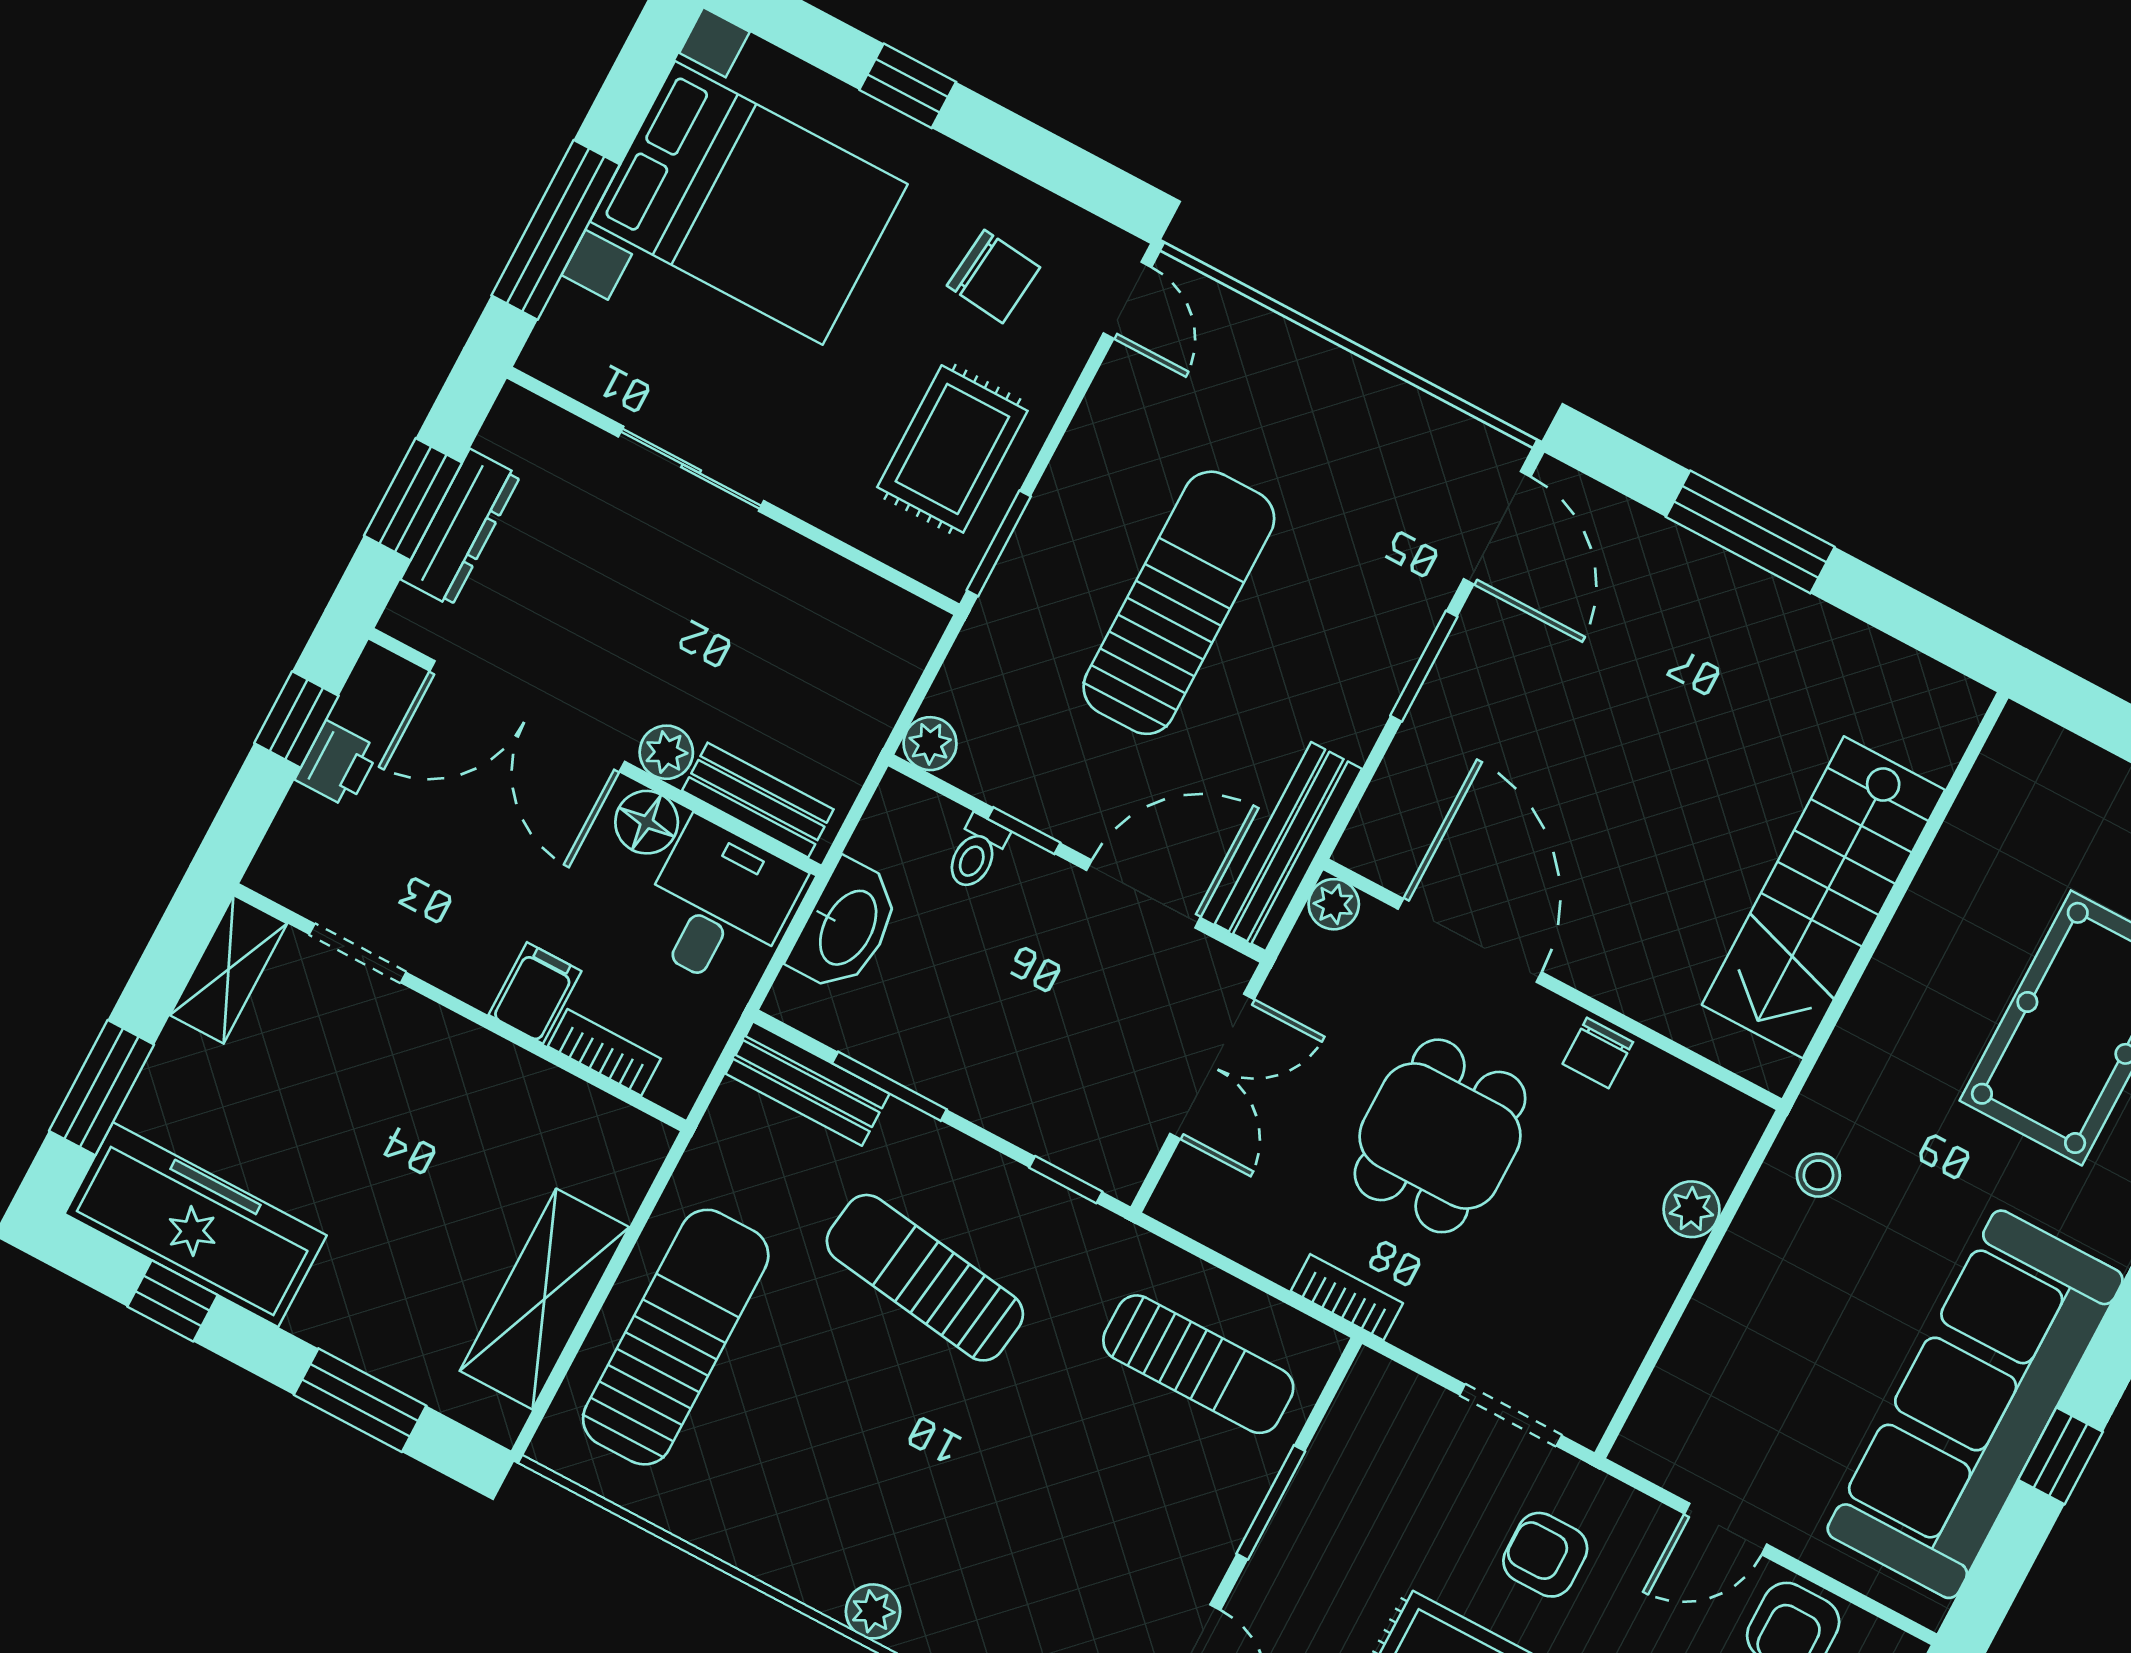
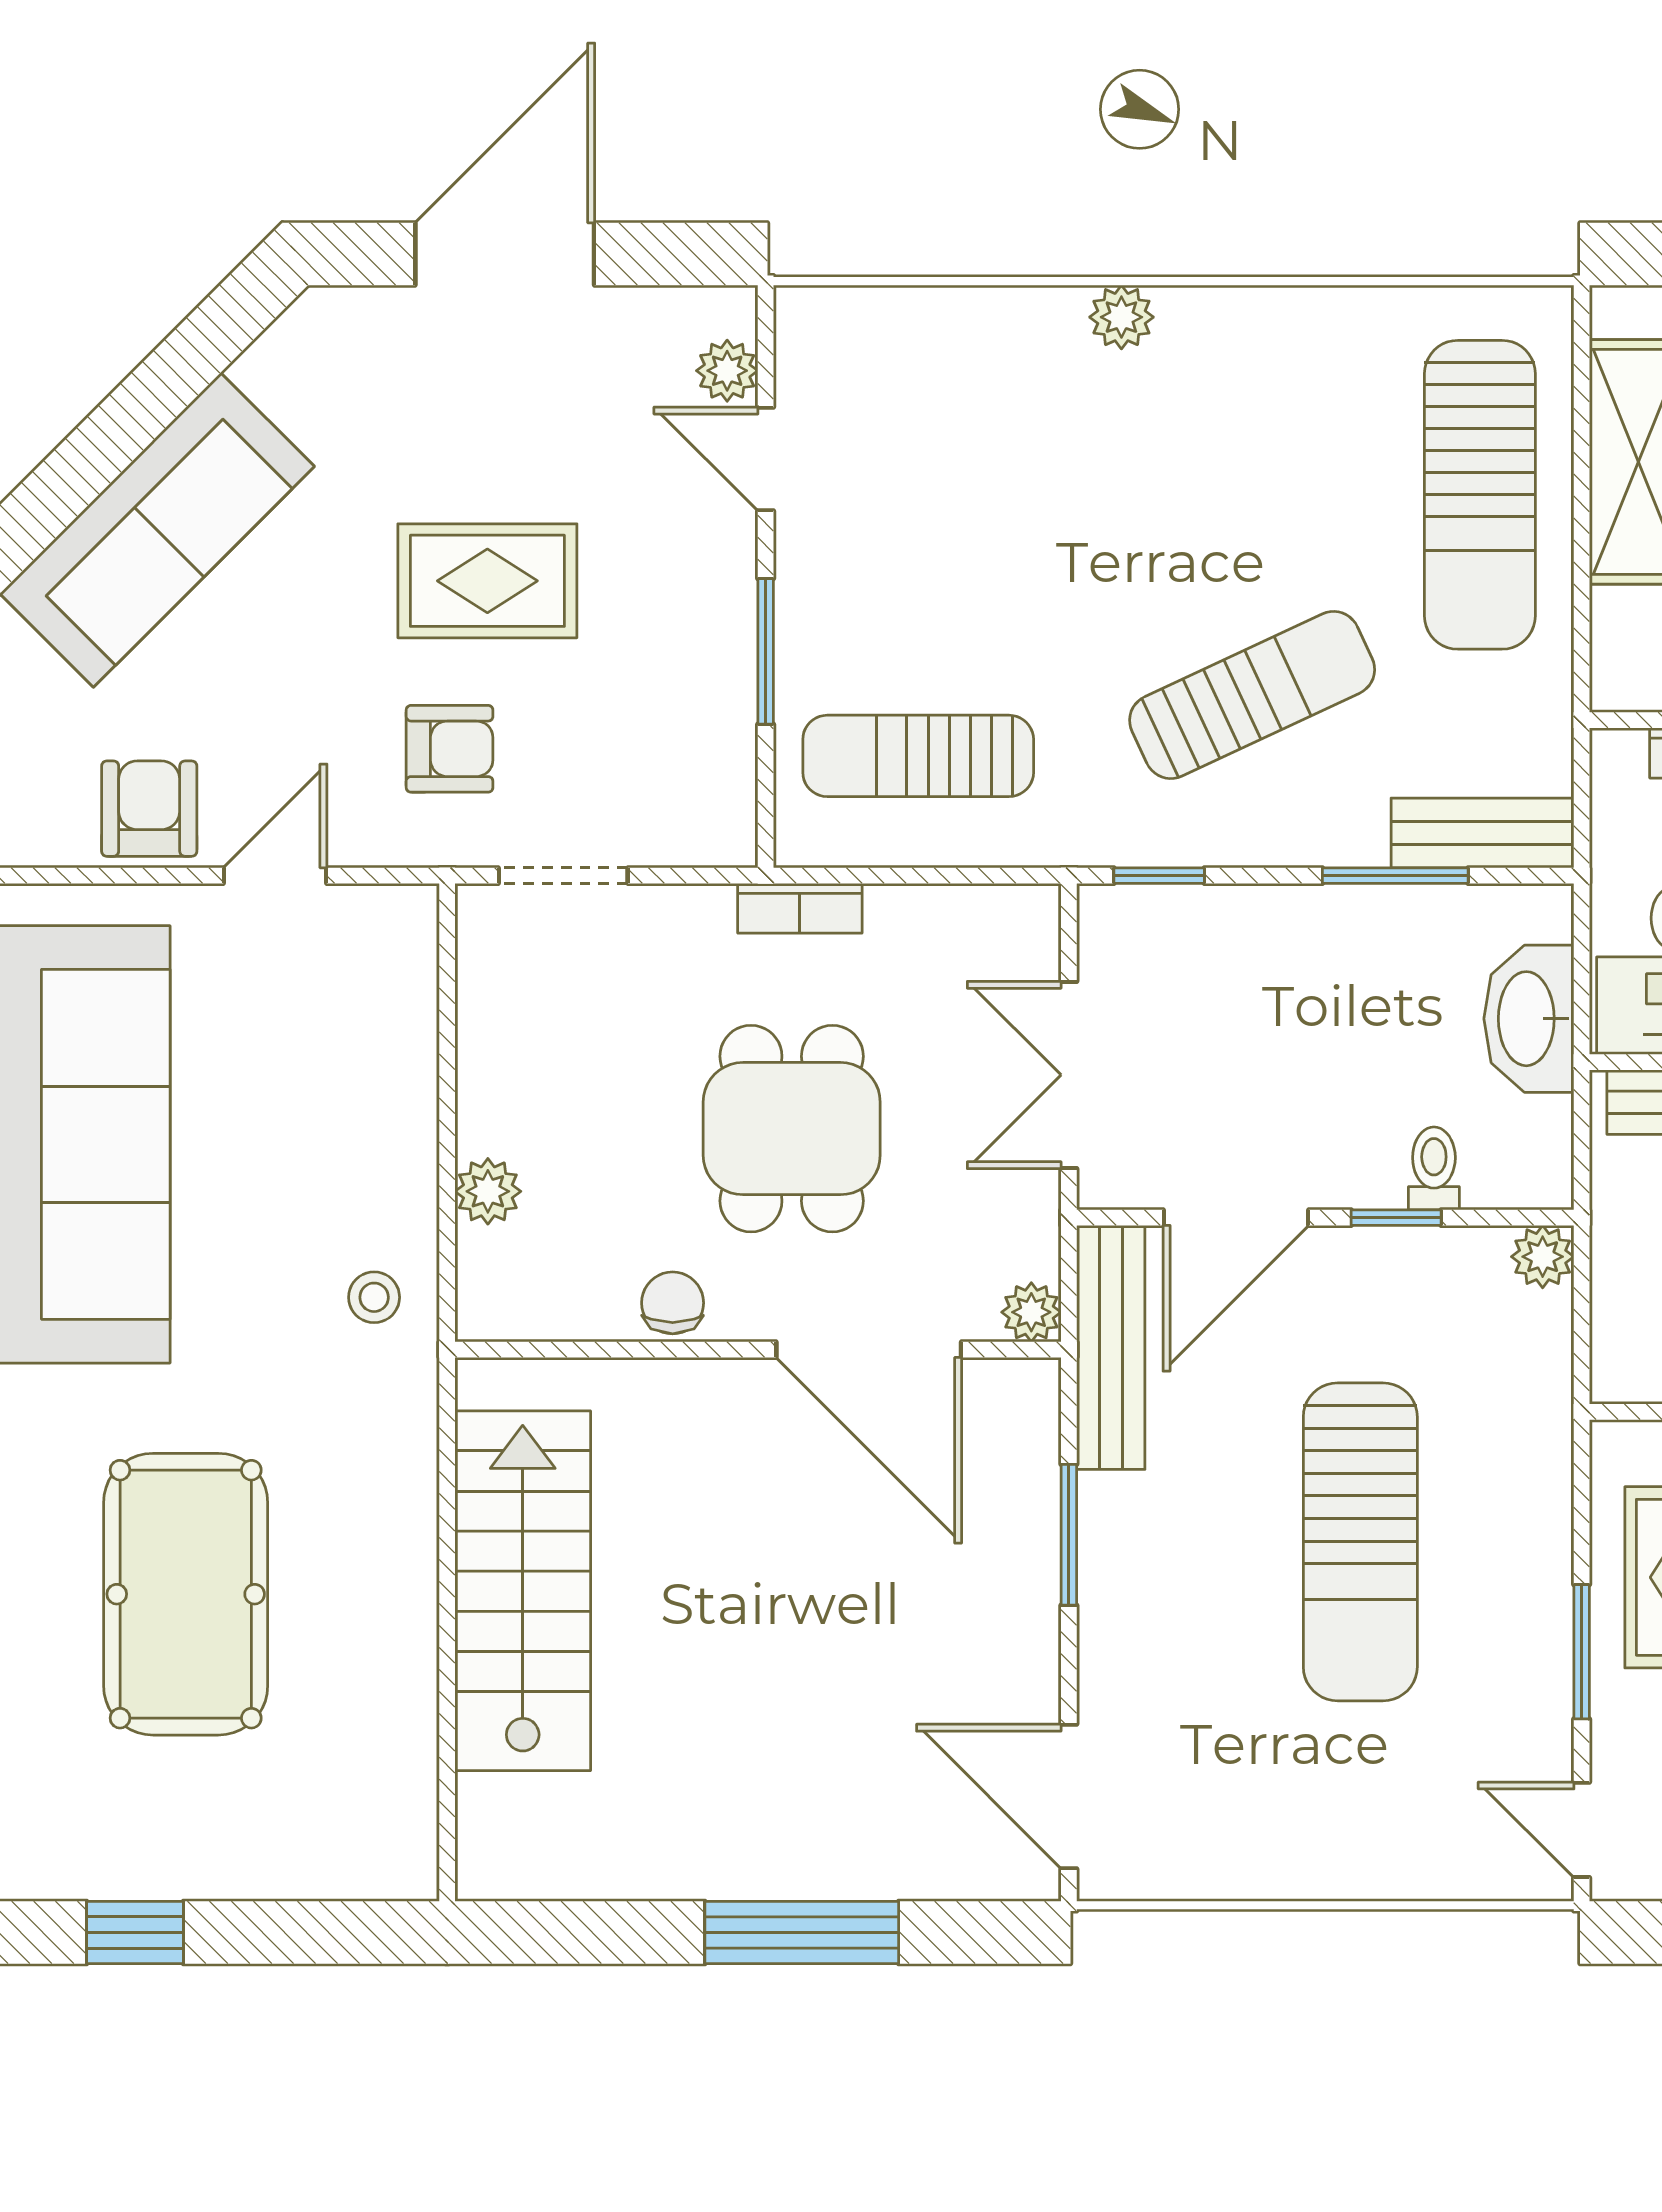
window: (999, 543) -> (1582, 1652), moved
window: (1424, 666) -> (1069, 1535), moved
sun lounger: (925, 1278) -> (1252, 695), turned -33

